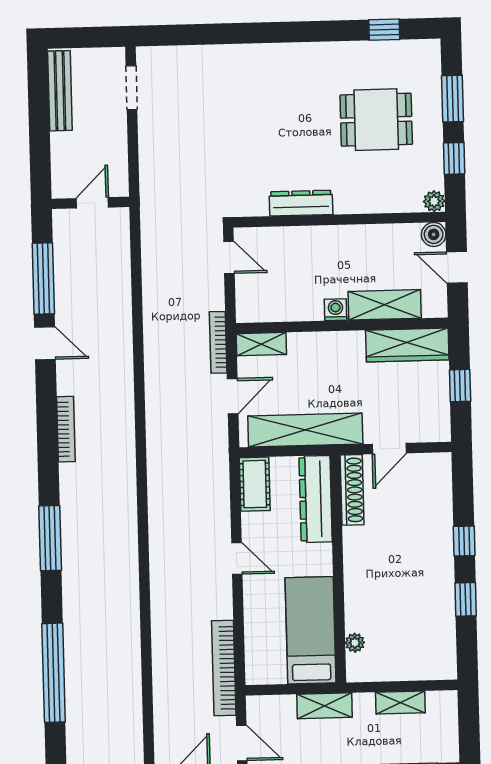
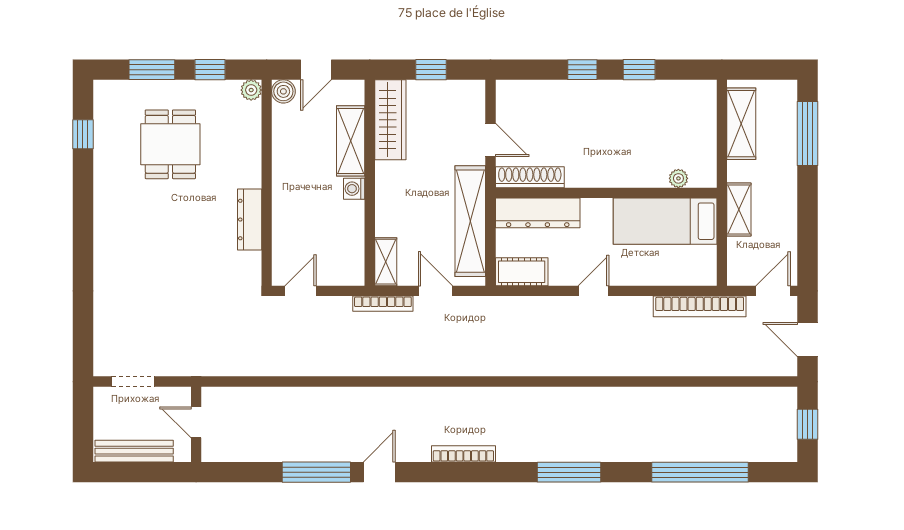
wall: (90, 203) -> (196, 424), moved
door: (92, 203) -> (196, 422), moved
shelving: (400, 702) -> (741, 124), width x1.50, depth x1.33

